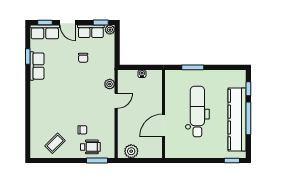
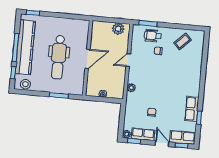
stool: (233, 77) -> (25, 84), added
door: (116, 101) -> (128, 60), moved
door: (164, 125) -> (87, 59), moved

